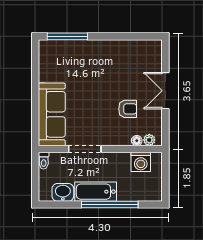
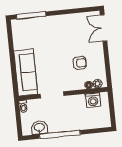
double door: (165, 91) -> (104, 28), moved
bathtub: (96, 192) -> (63, 125), removed
window: (110, 205) -> (60, 134), moved

